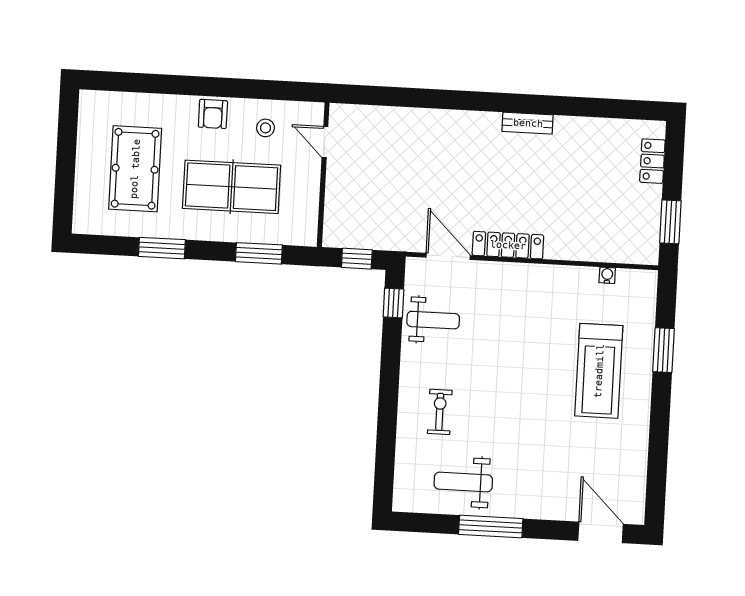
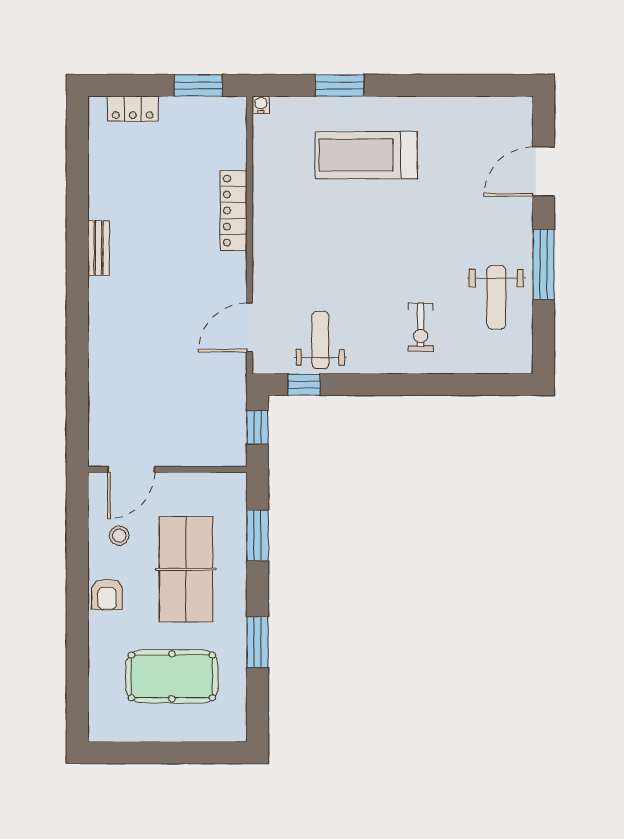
armchair: (213, 114) -> (107, 594), turned 90
door: (325, 142) -> (131, 469), width x1.38
locker: (508, 245) -> (234, 211), moved
water cooler: (607, 275) -> (261, 105), moved, turned 90
treadmill: (599, 371) -> (366, 155), turned 180
exercise bike: (440, 412) -> (421, 327), turned -90
door: (601, 532) -> (544, 171), moved

